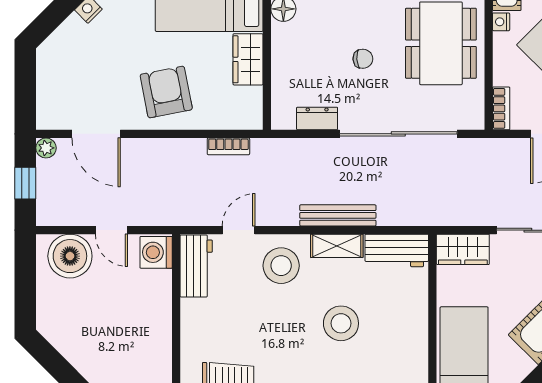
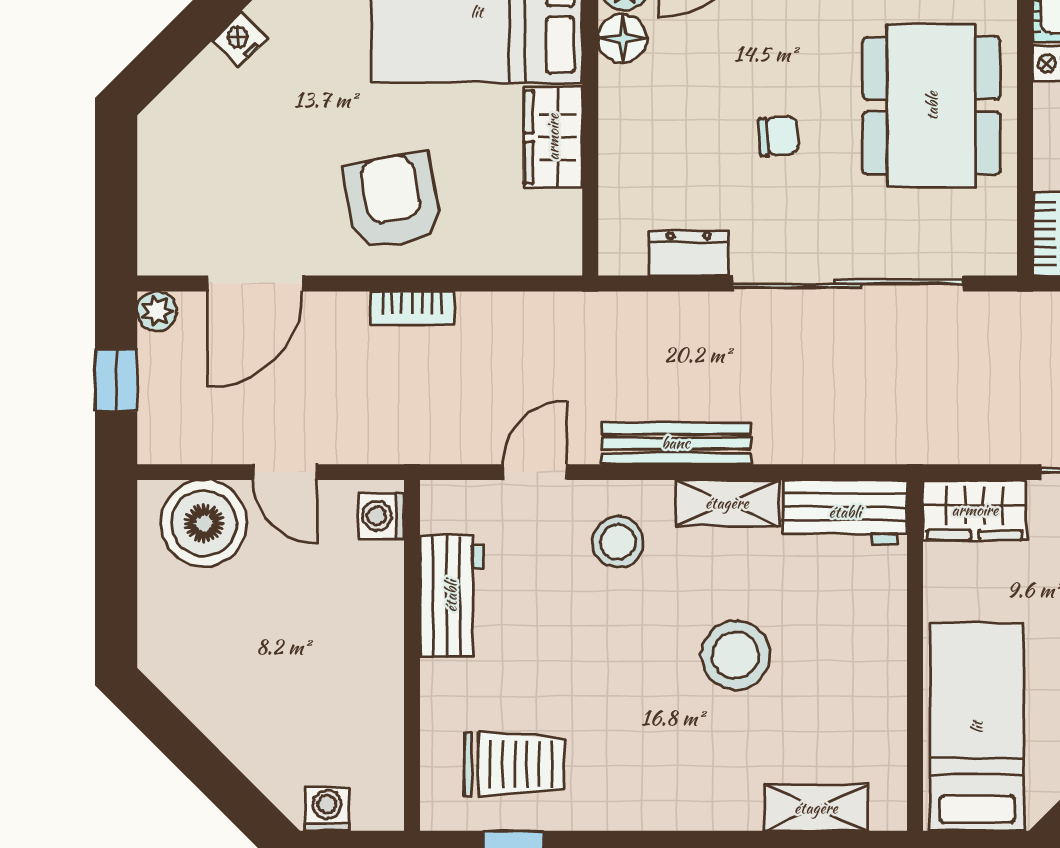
door: (96, 134) -> (255, 284), hinge flipped
bookcase: (228, 146) -> (412, 308), moved
bench: (338, 215) -> (676, 443), moved
washing machine: (156, 252) -> (381, 516), width x0.73, depth x0.73
workbench: (196, 266) -> (451, 596), moved
stool: (281, 266) -> (618, 542), width x0.73, depth x0.73

